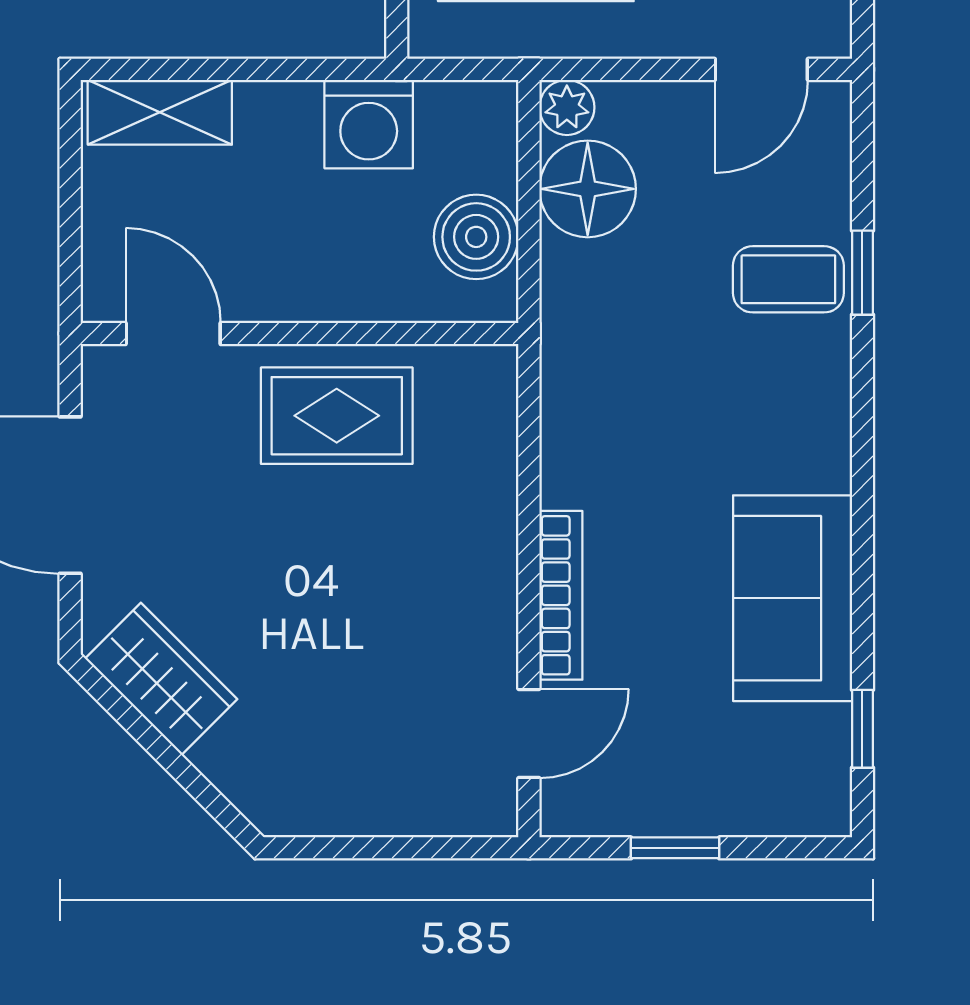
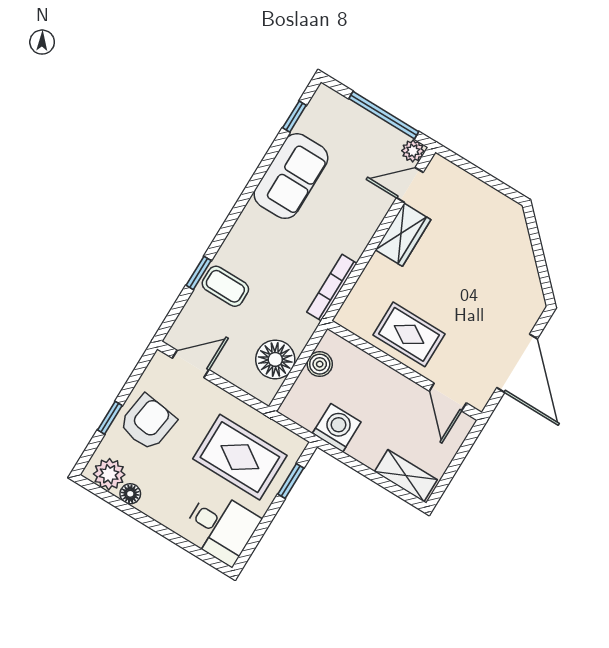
plant: (567, 107) -> (413, 151), moved
boiler: (476, 237) -> (320, 364), width x0.73, depth x0.73
bookcase: (561, 595) -> (332, 288), moved
wardrobe: (161, 679) -> (403, 235), moved, turned -135
window: (675, 848) -> (384, 115), width x2.17

